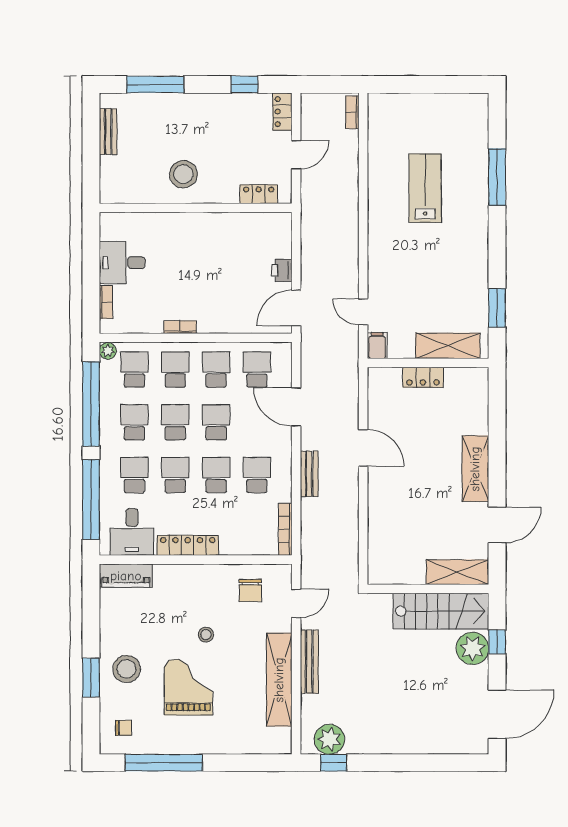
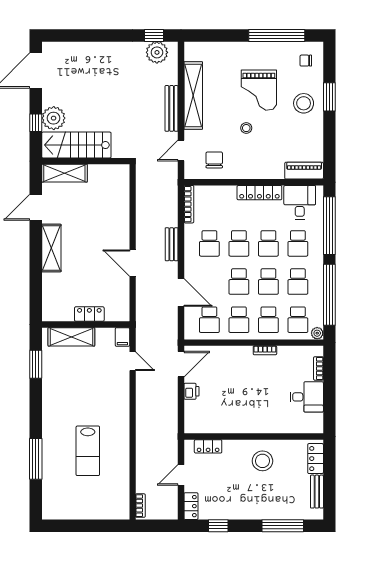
locker: (110, 177) -> (316, 459), added

